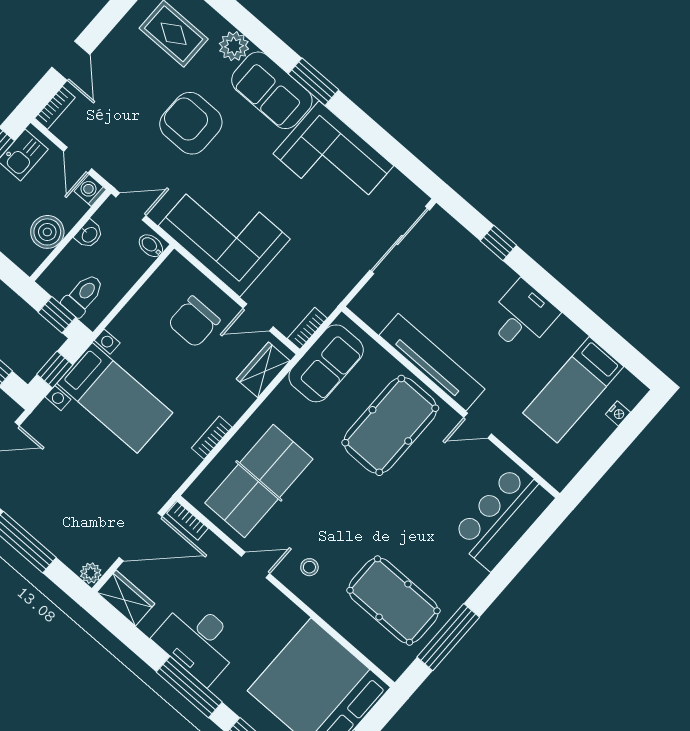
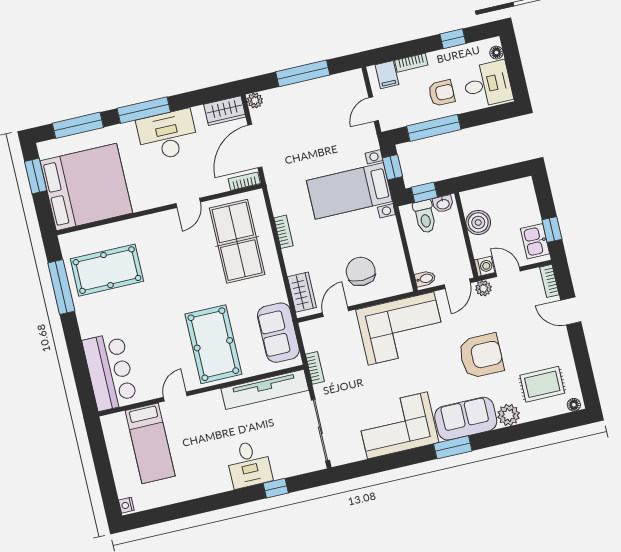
plant: (115, 174) -> (483, 288), added
washbasin: (89, 234) -> (443, 204), moved, turned -90
desk: (522, 316) -> (249, 464), moved
bookcase: (307, 328) -> (315, 368), moved
tv unit: (432, 362) -> (265, 389), moved
bed: (573, 390) -> (150, 443), moved, turned 180
nightstand: (618, 413) -> (126, 505), moved
stool: (309, 567) -> (163, 234), removed

